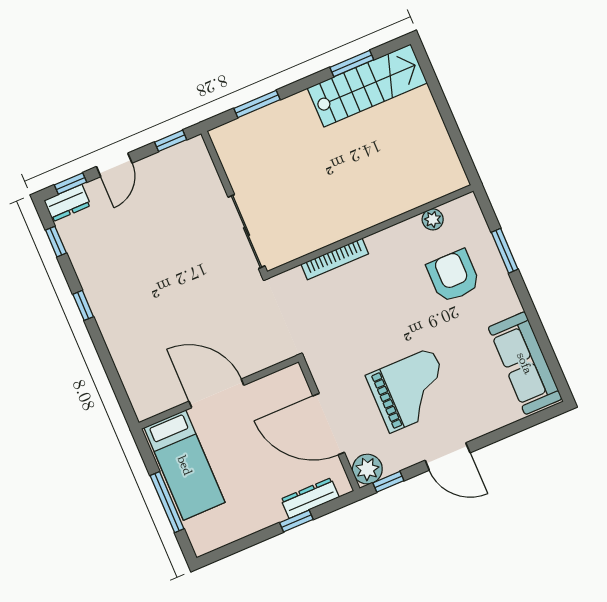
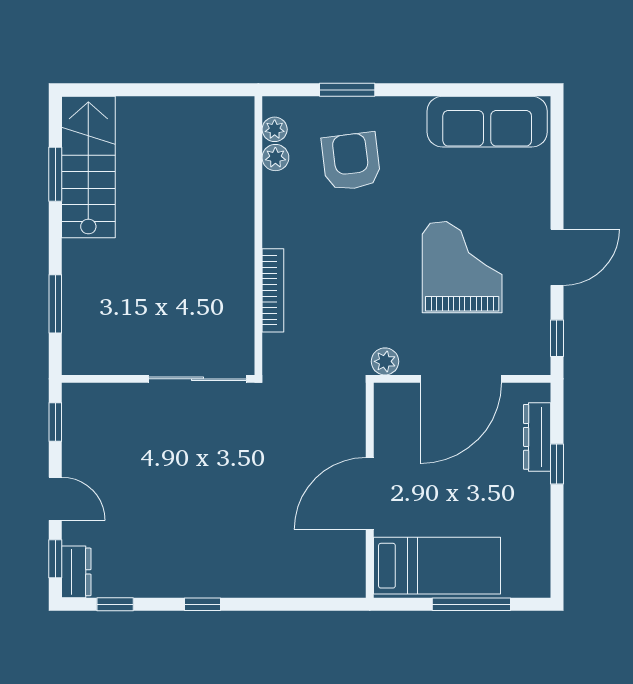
plant: (453, 210) -> (275, 129), added
armchair: (453, 276) -> (351, 161), turned 83
plant: (367, 469) -> (385, 361), moved, width x0.73, depth x0.73

